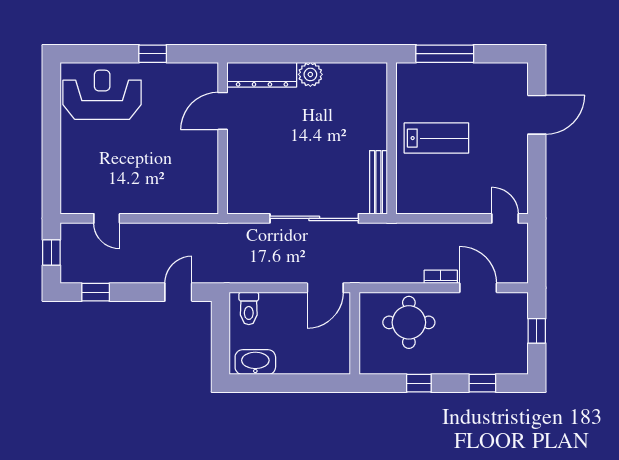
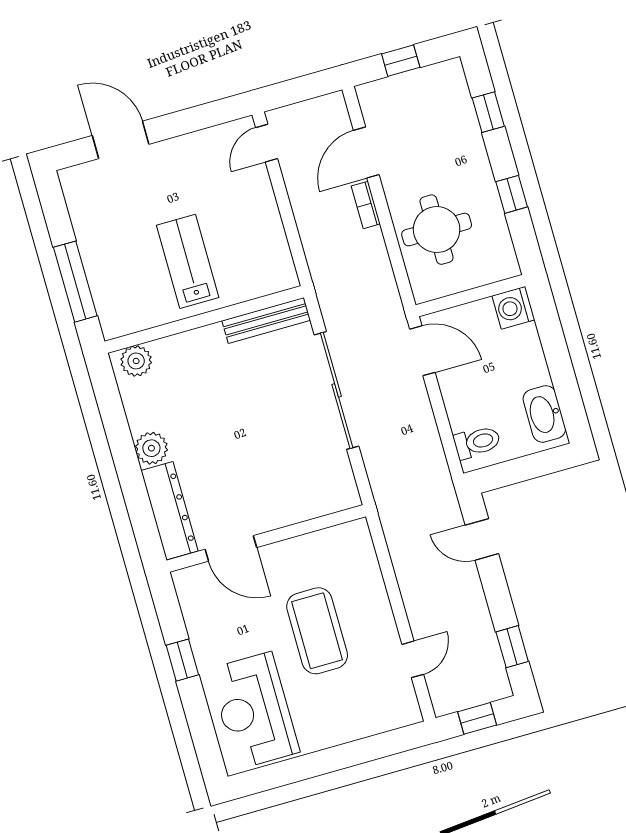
plant: (376, 81) -> (136, 361), added
coffee table: (146, 156) -> (317, 631), added
washing machine: (337, 361) -> (513, 308), added

